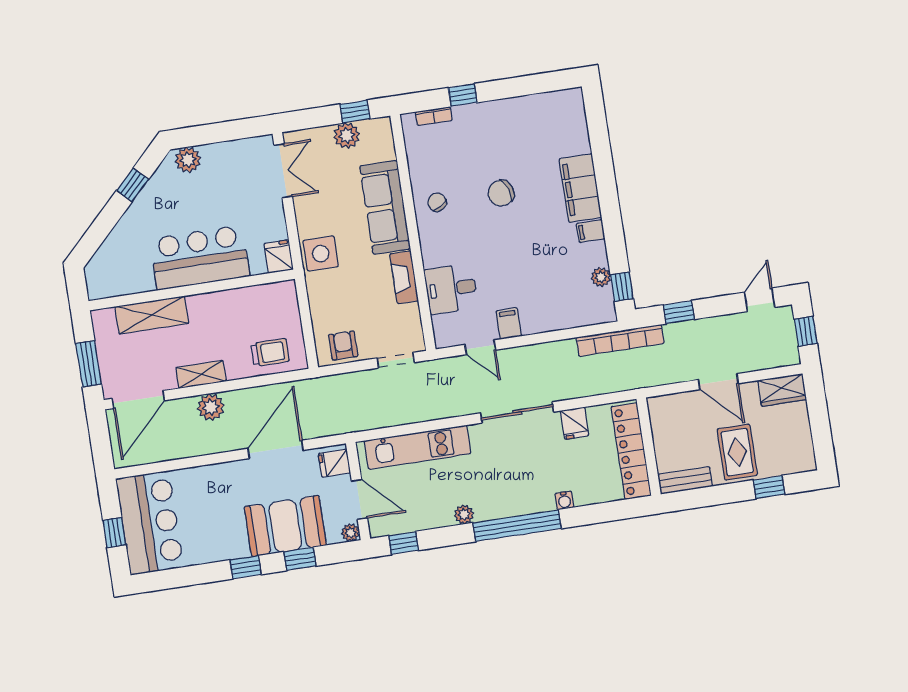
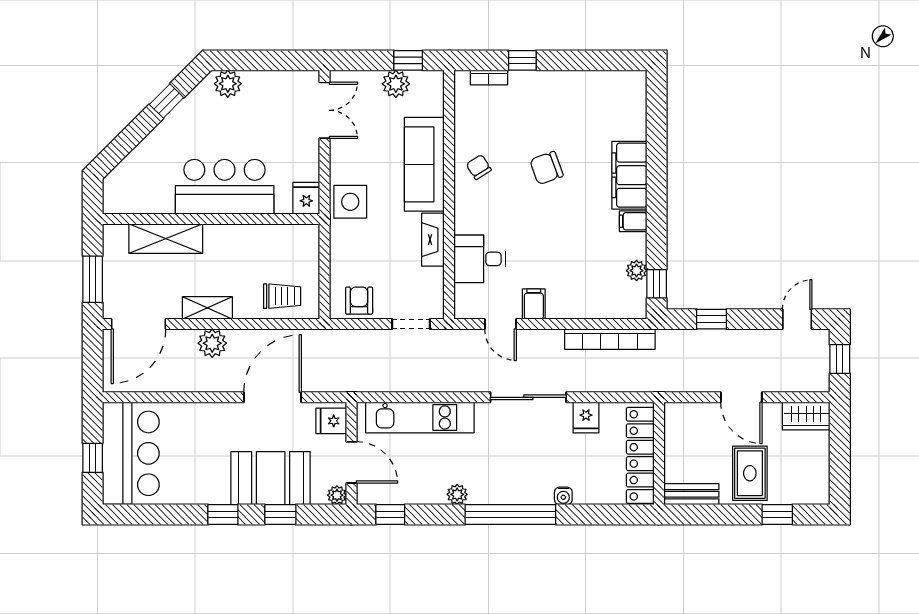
bookcase: (620, 340) -> (610, 339), moved

